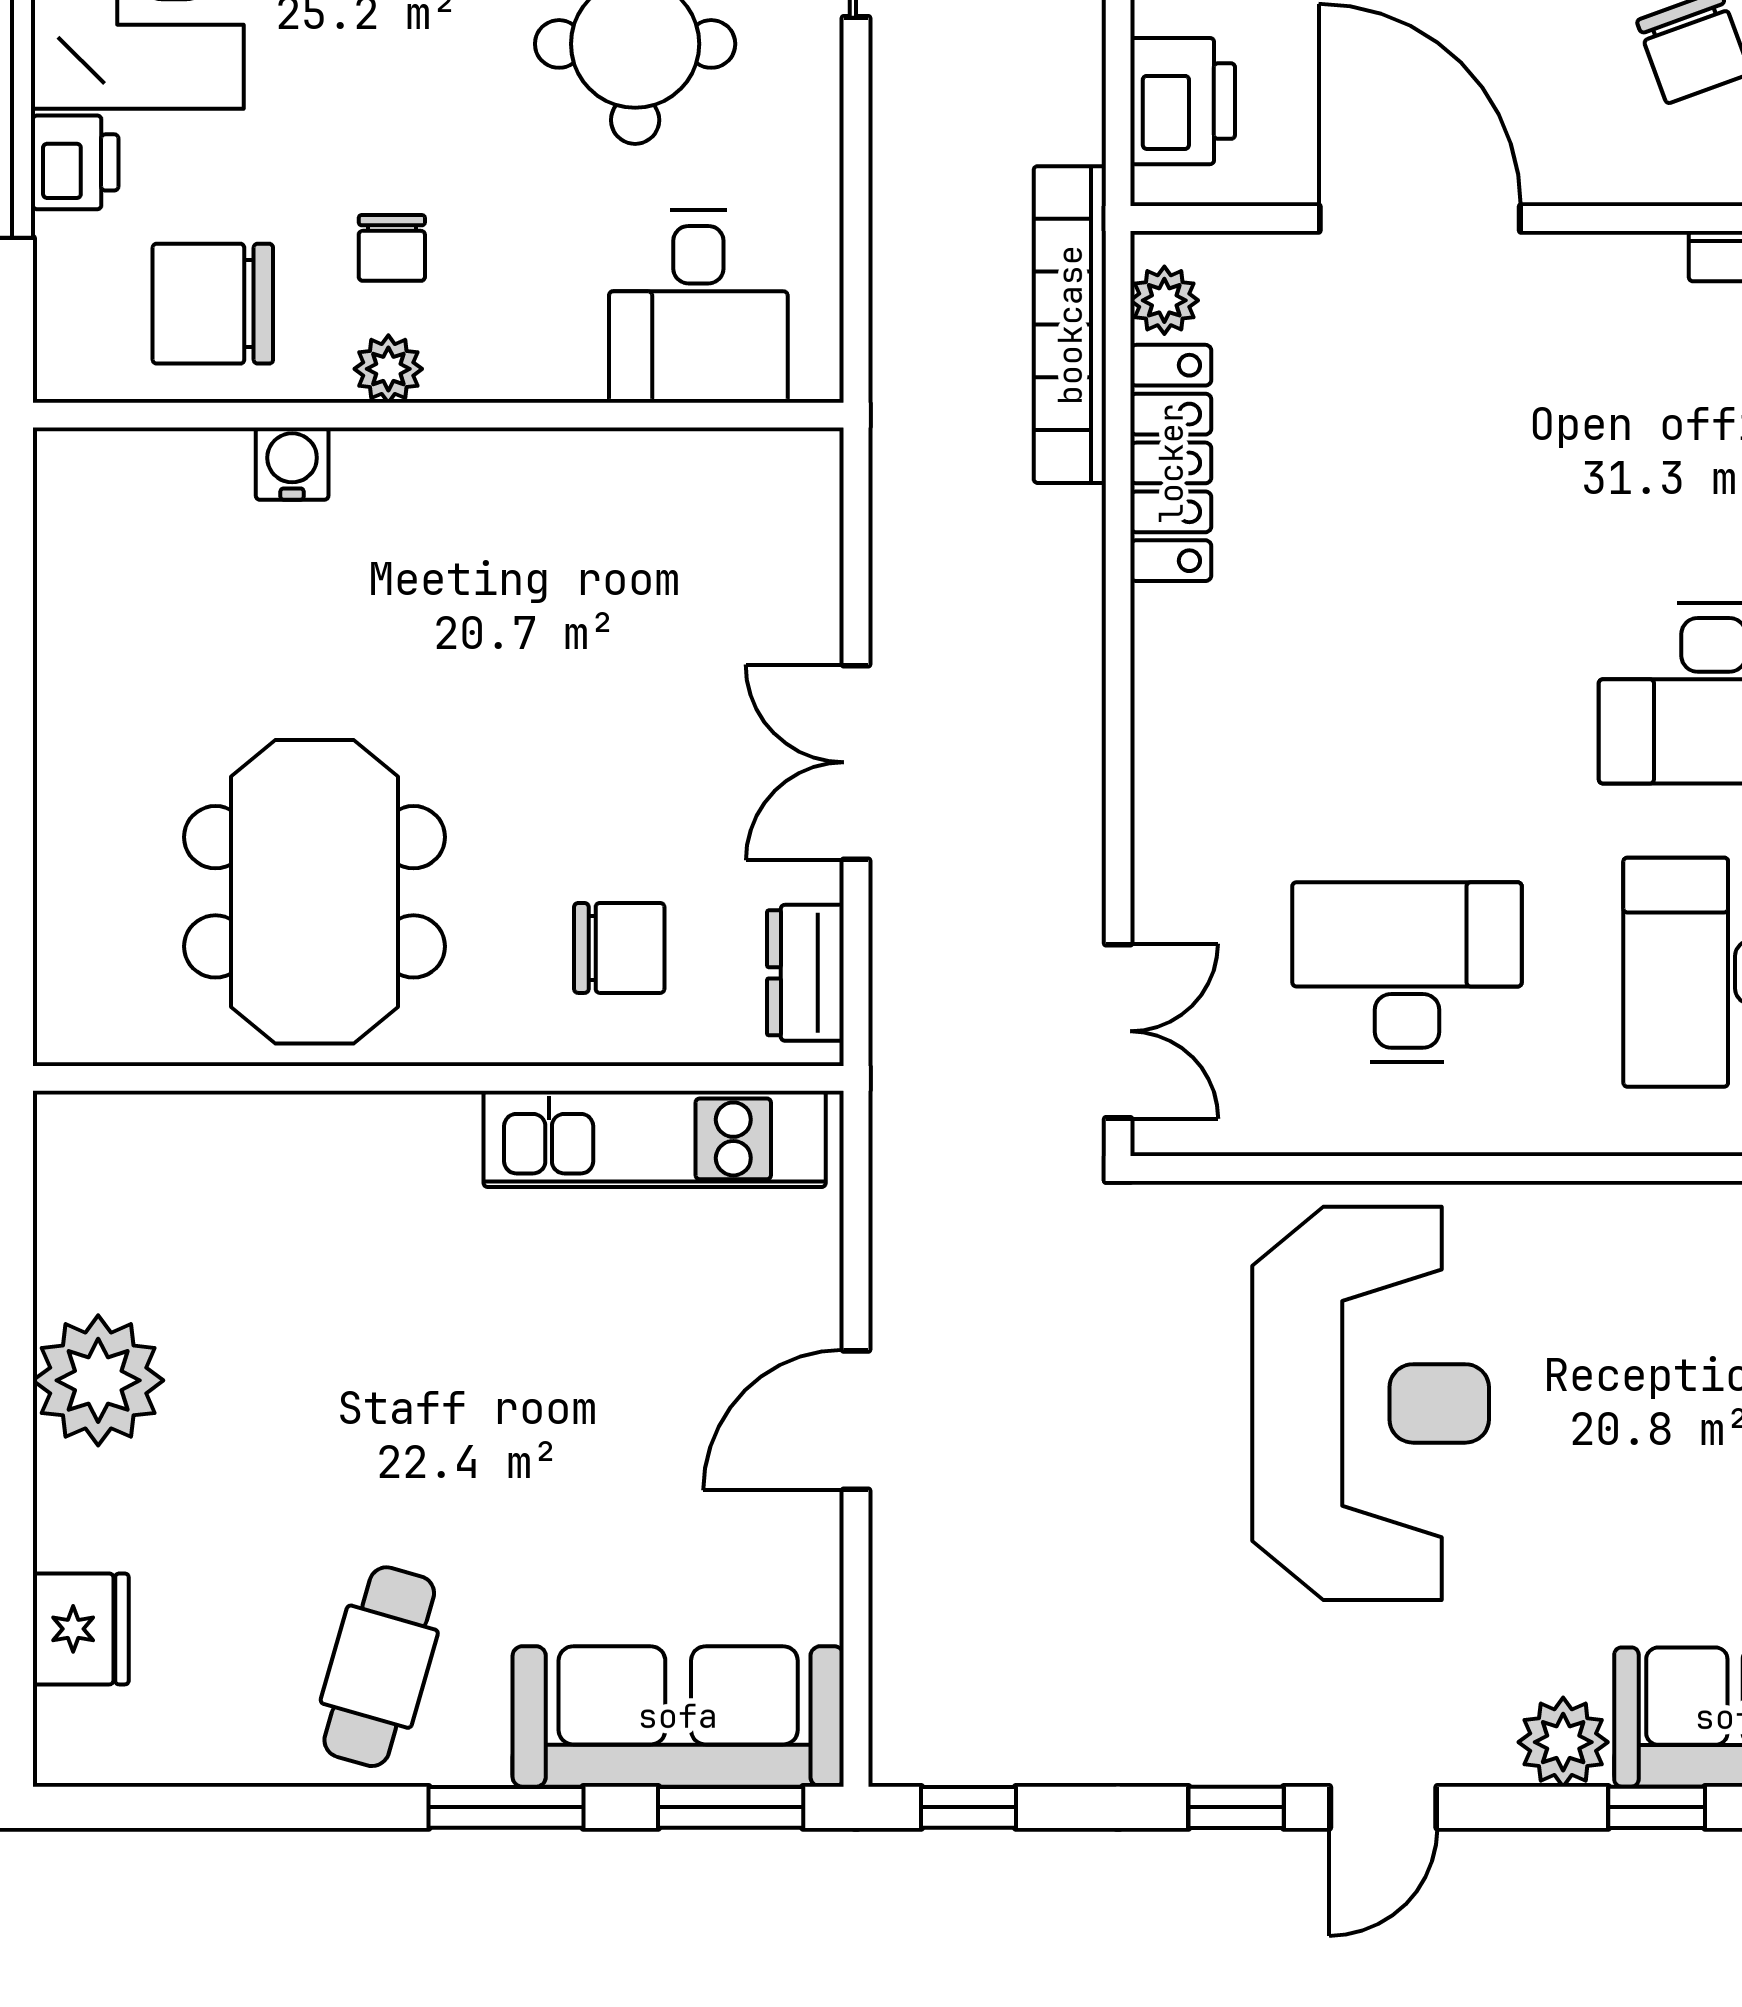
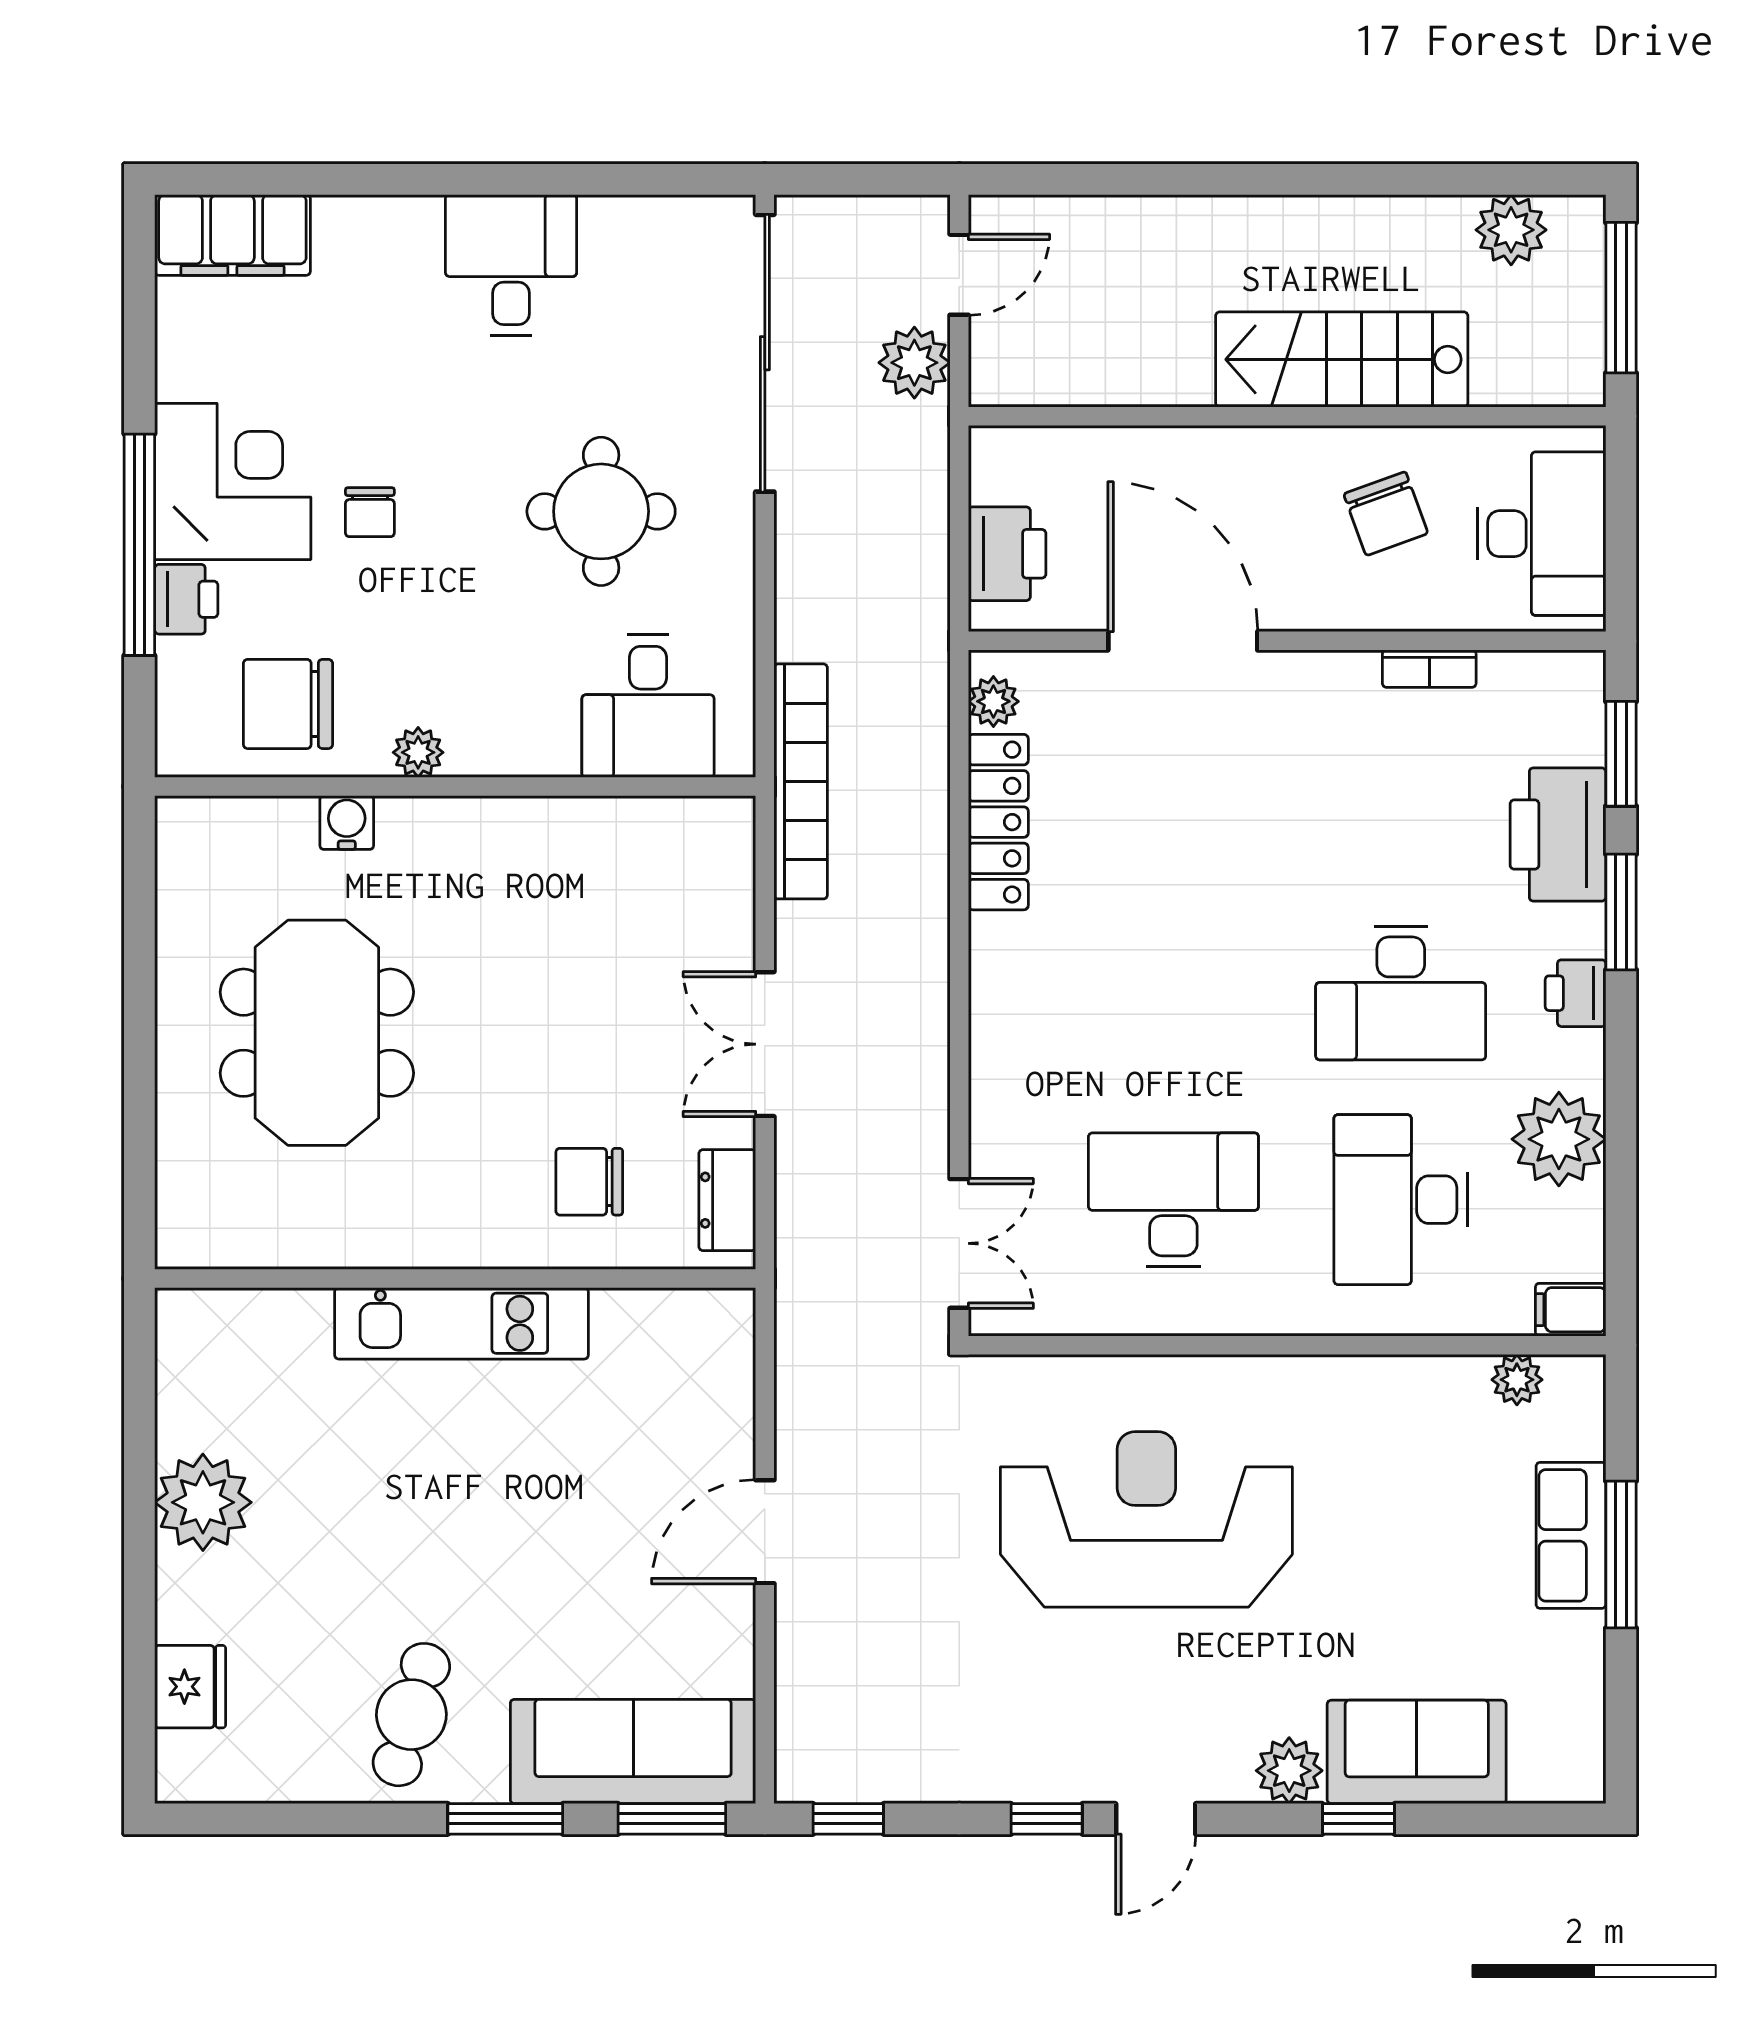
chair: (392, 248) -> (370, 512), moved
bookcase: (1070, 325) -> (801, 781), moved, turned 180
meeting table: (315, 892) -> (317, 1033), moved
chair: (619, 948) -> (589, 1182), turned 180
kitchen unit: (655, 1139) -> (461, 1323), moved
reception desk: (1371, 1403) -> (1146, 1519), turned -90

